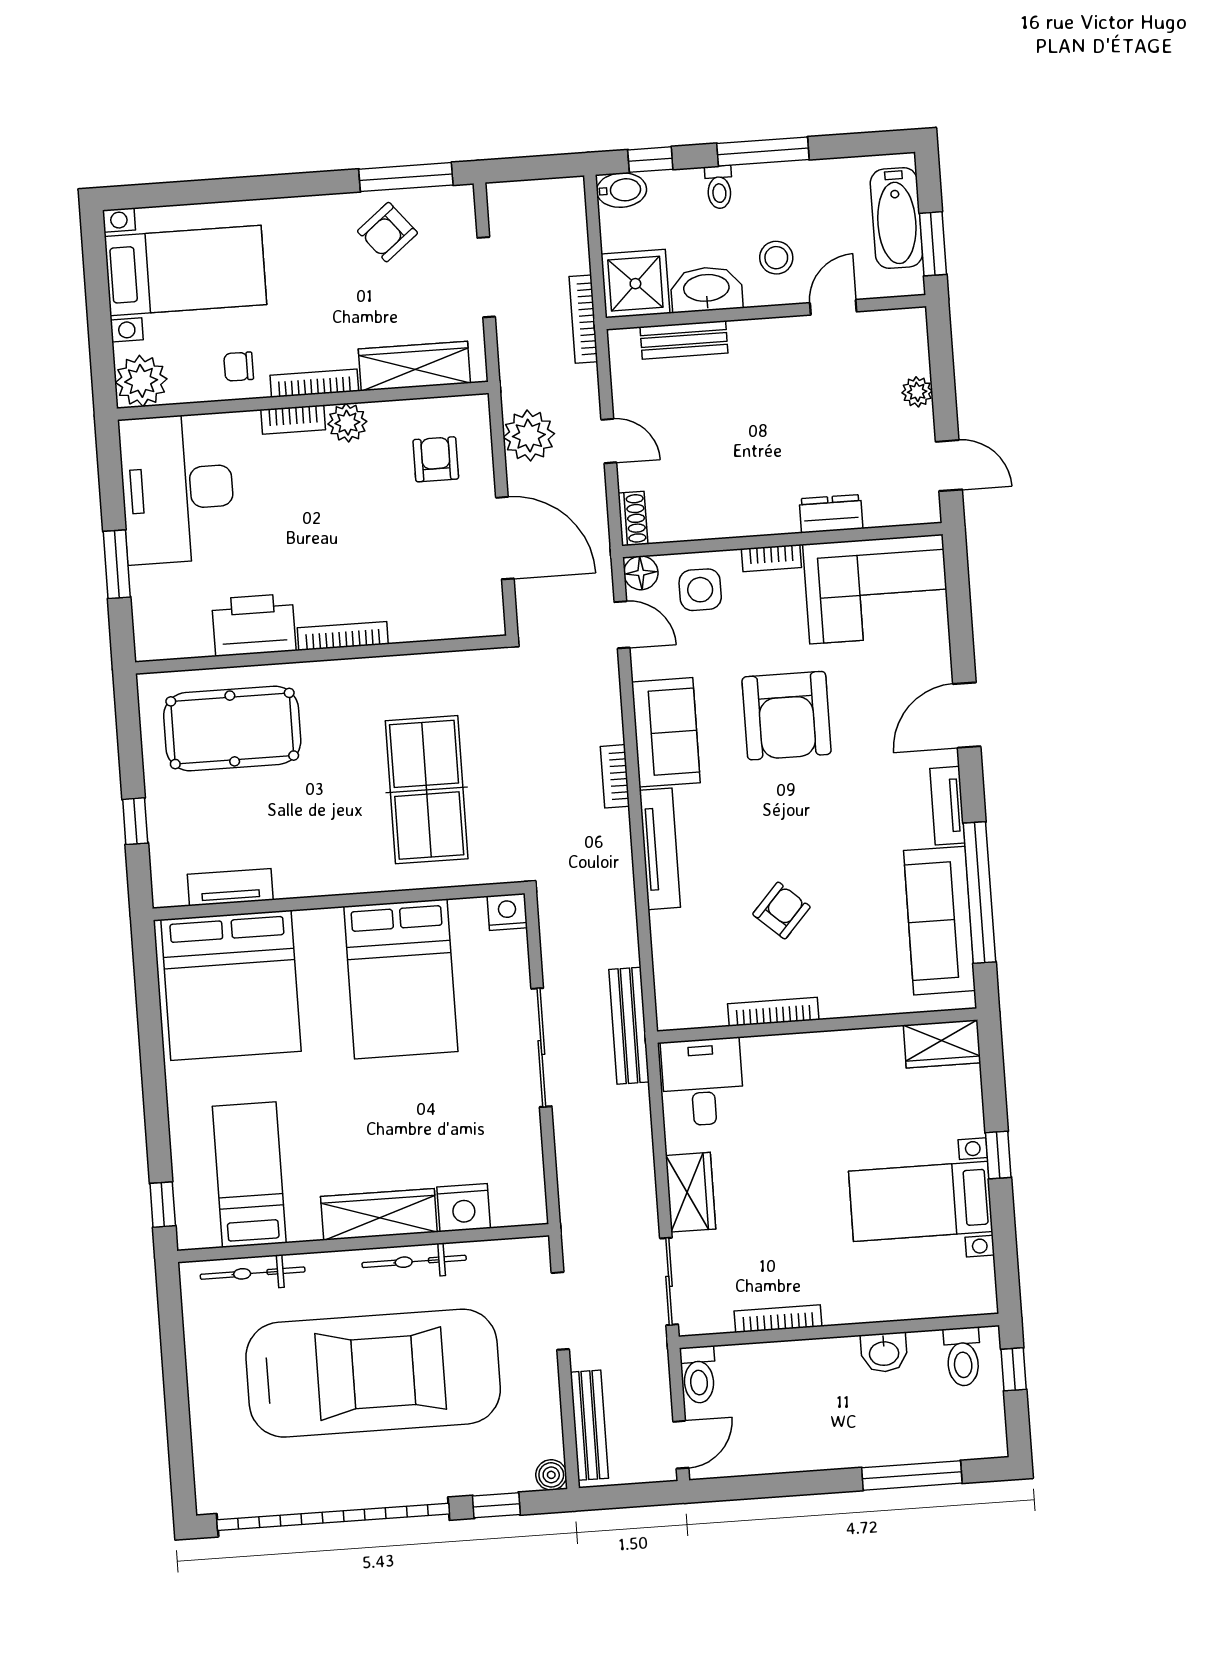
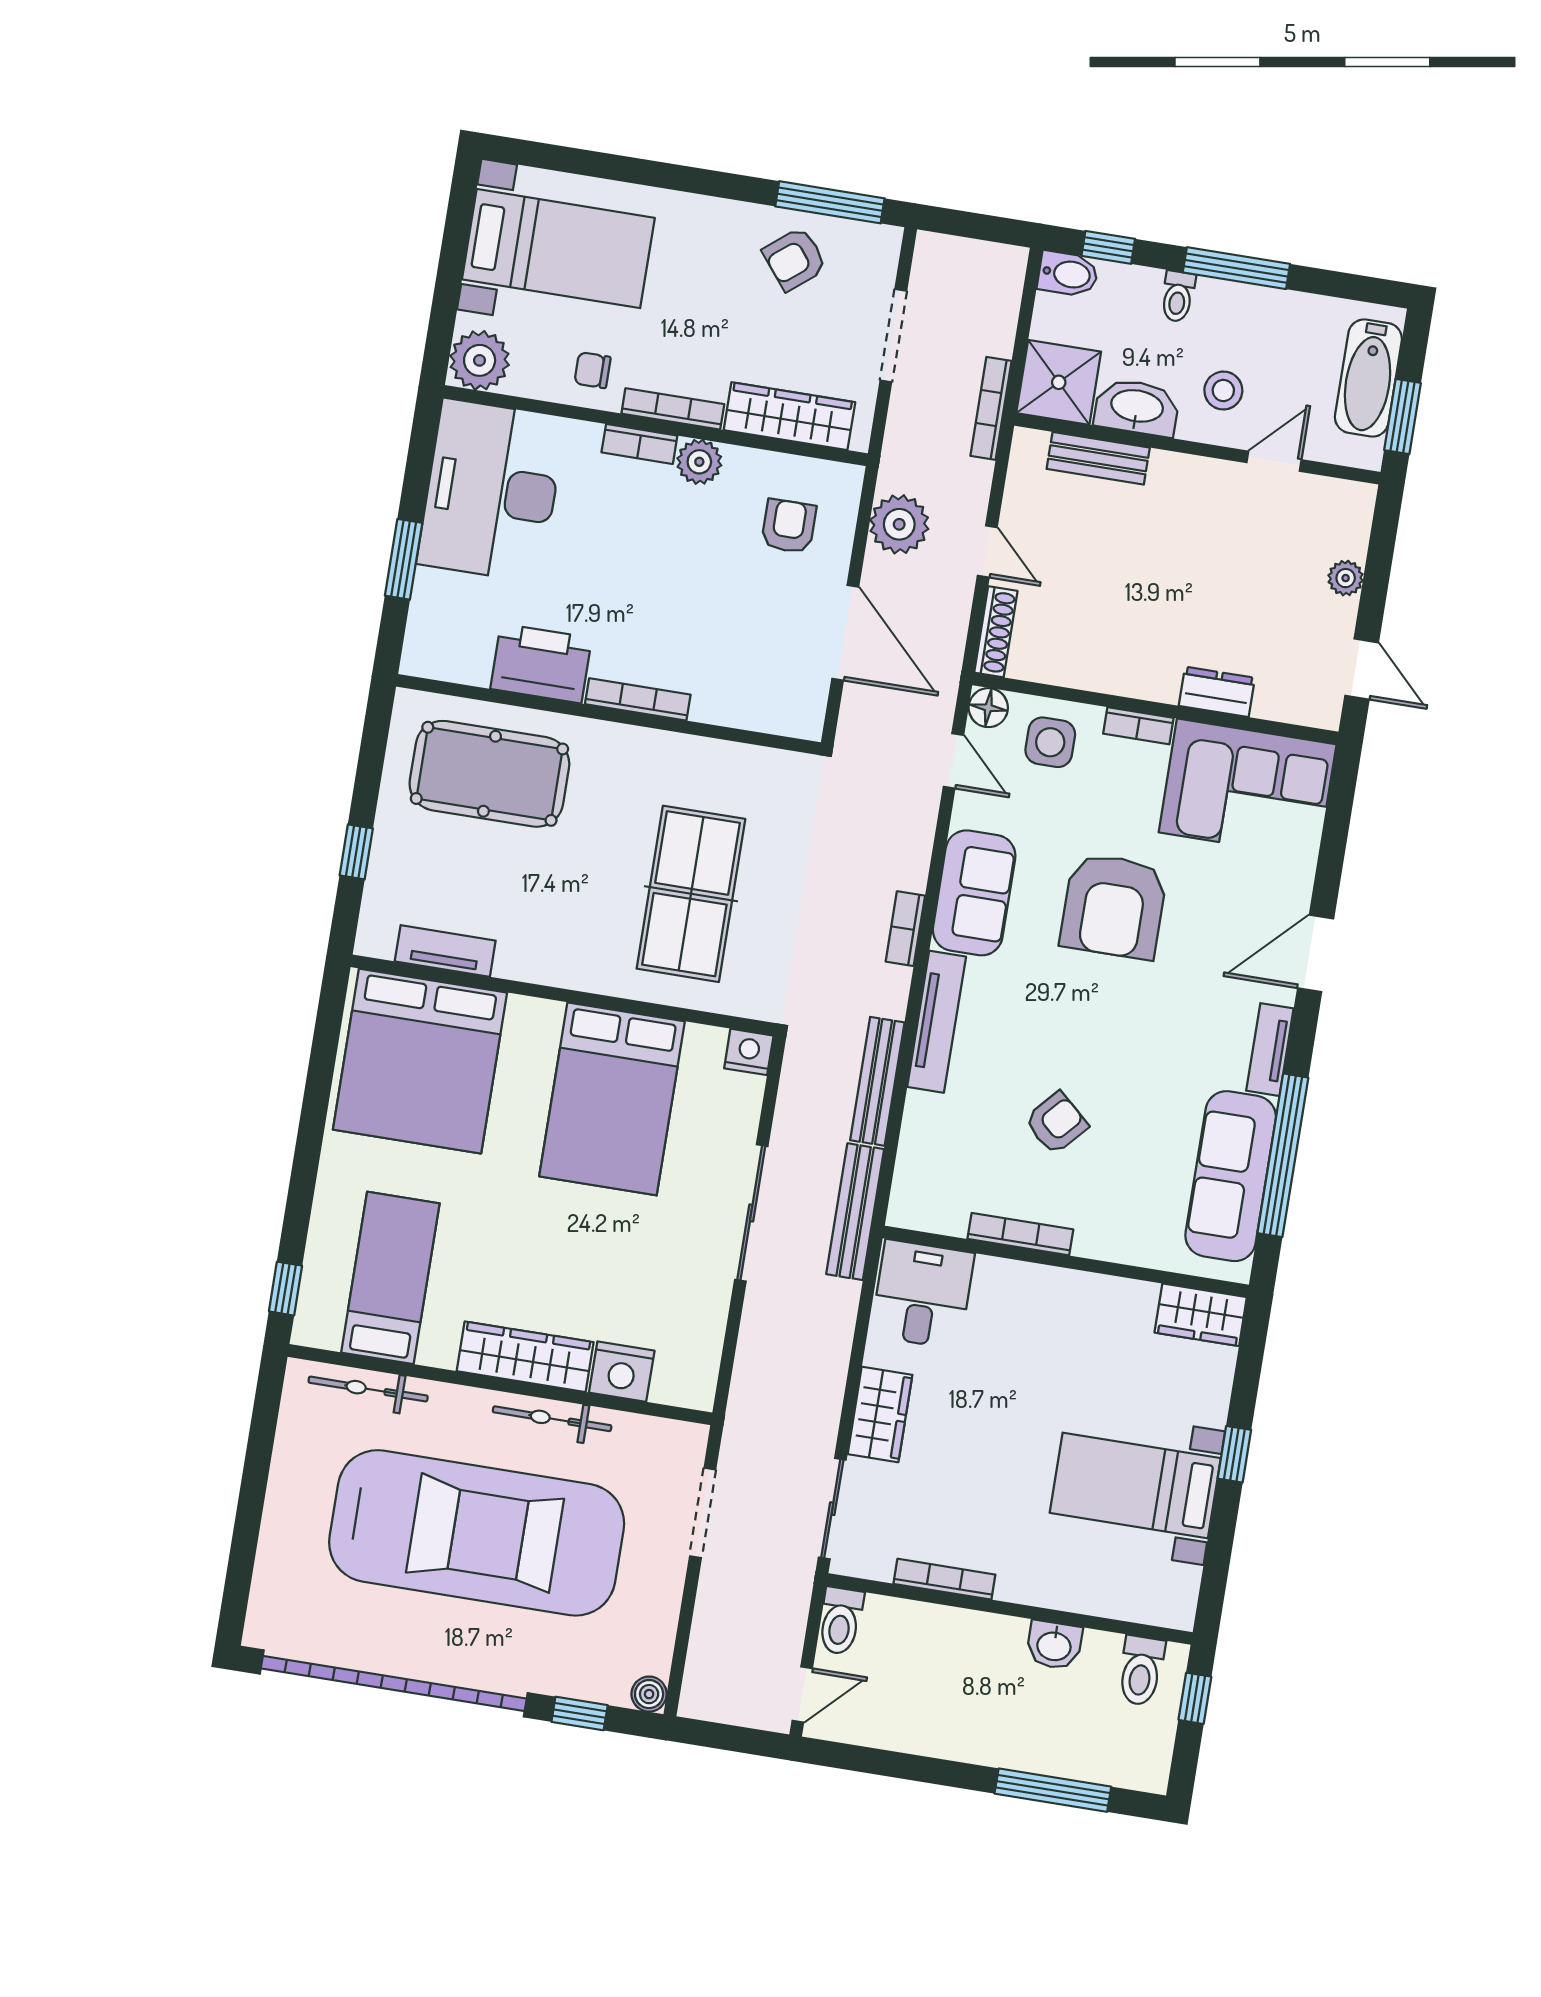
shoe rack: (633, 519) -> (996, 632), width x1.43
bench: (589, 1425) -> (877, 1081), moved

